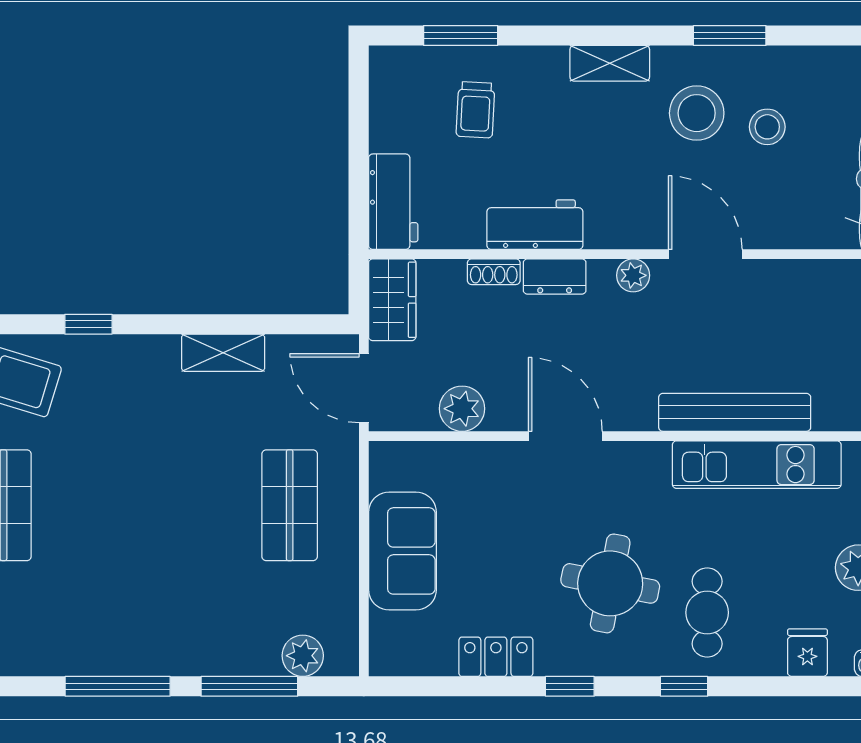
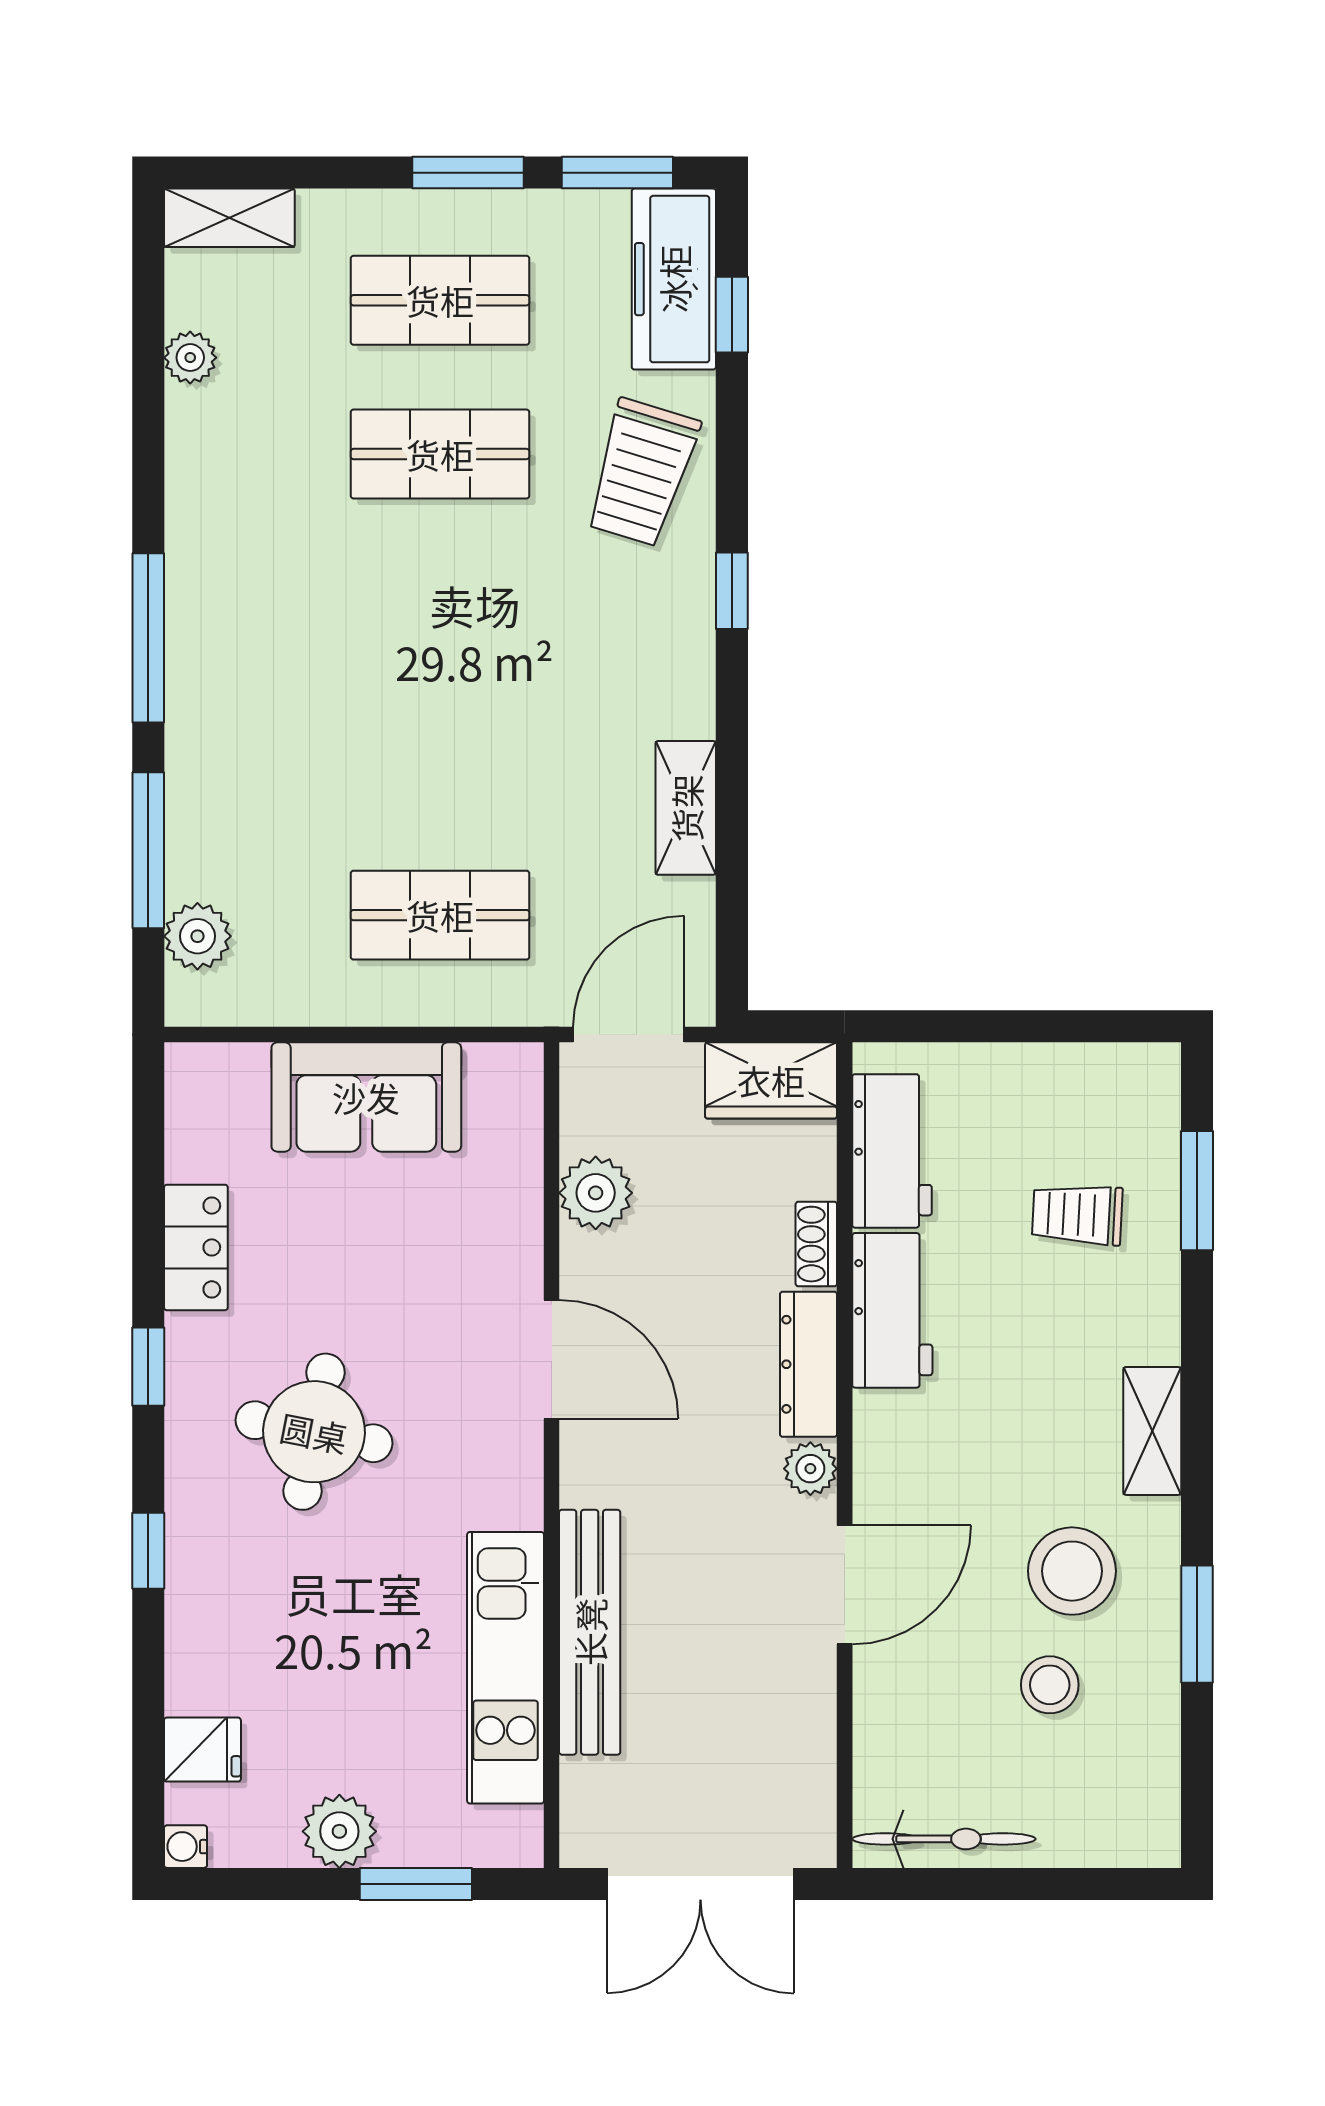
workbench: (393, 202) -> (892, 1151), moved, turned -90
dresser: (555, 277) -> (809, 1364), width x1.44
door: (565, 436) -> (552, 1359), hinge flipped
cafe table: (707, 613) -> (267, 1588), removed

